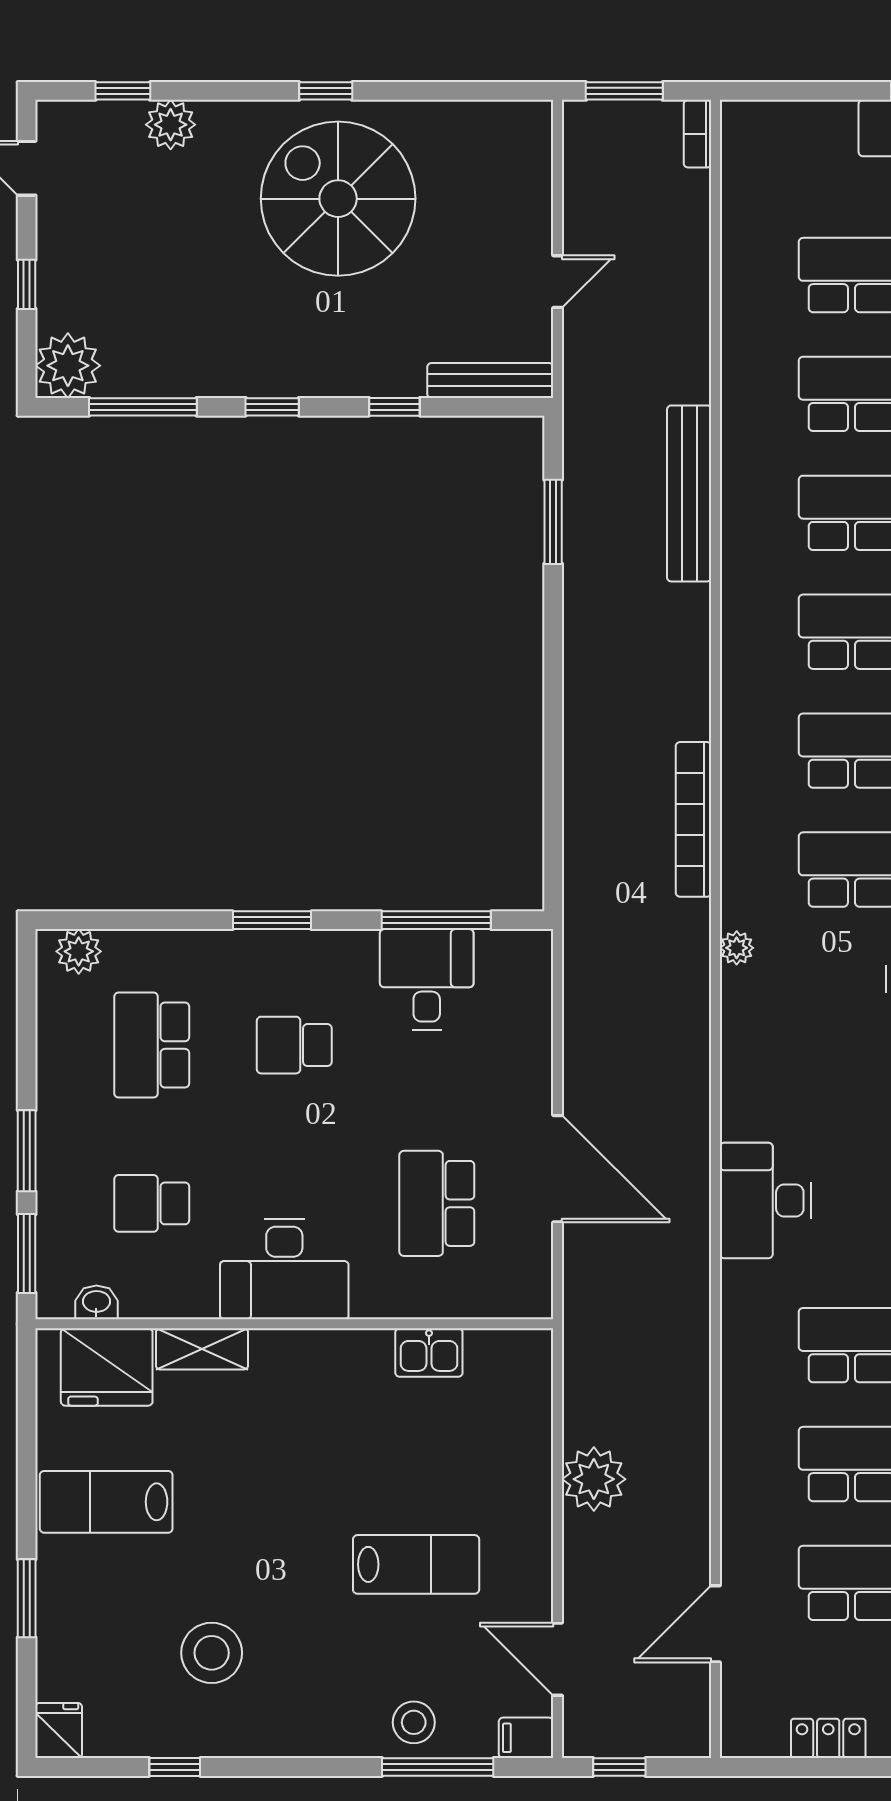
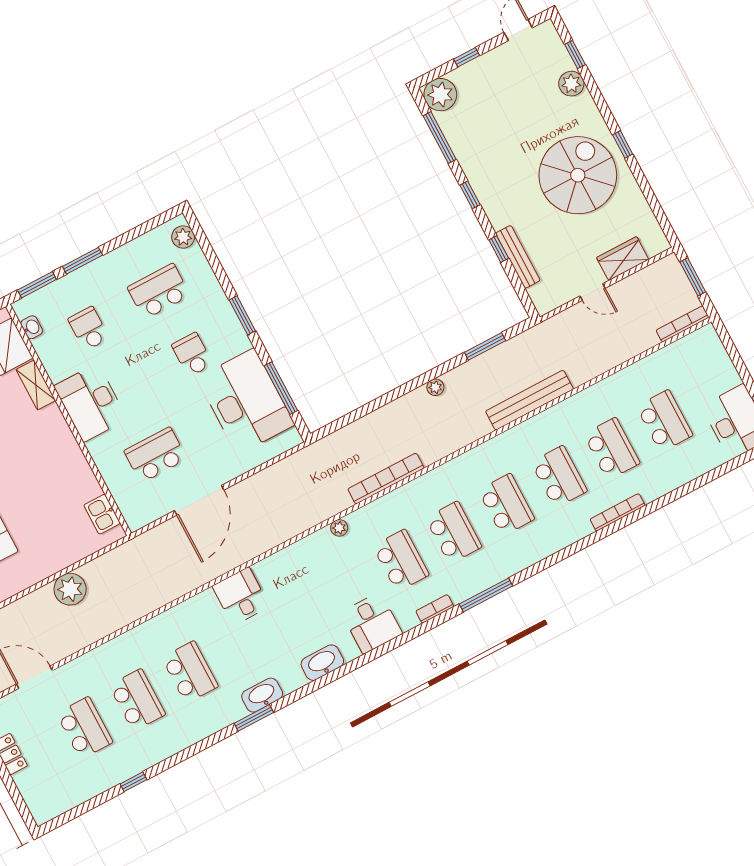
bookcase: (697, 134) -> (682, 324), width x1.56
wardrobe: (527, 197) -> (623, 259), added
bench: (490, 380) -> (518, 257), moved
plant: (579, 647) -> (435, 387), added
desk: (427, 979) -> (246, 401), width x1.87, depth x1.30
desk: (765, 1201) -> (241, 596), width x0.73
kitchen sink: (429, 1353) -> (102, 514), moved

